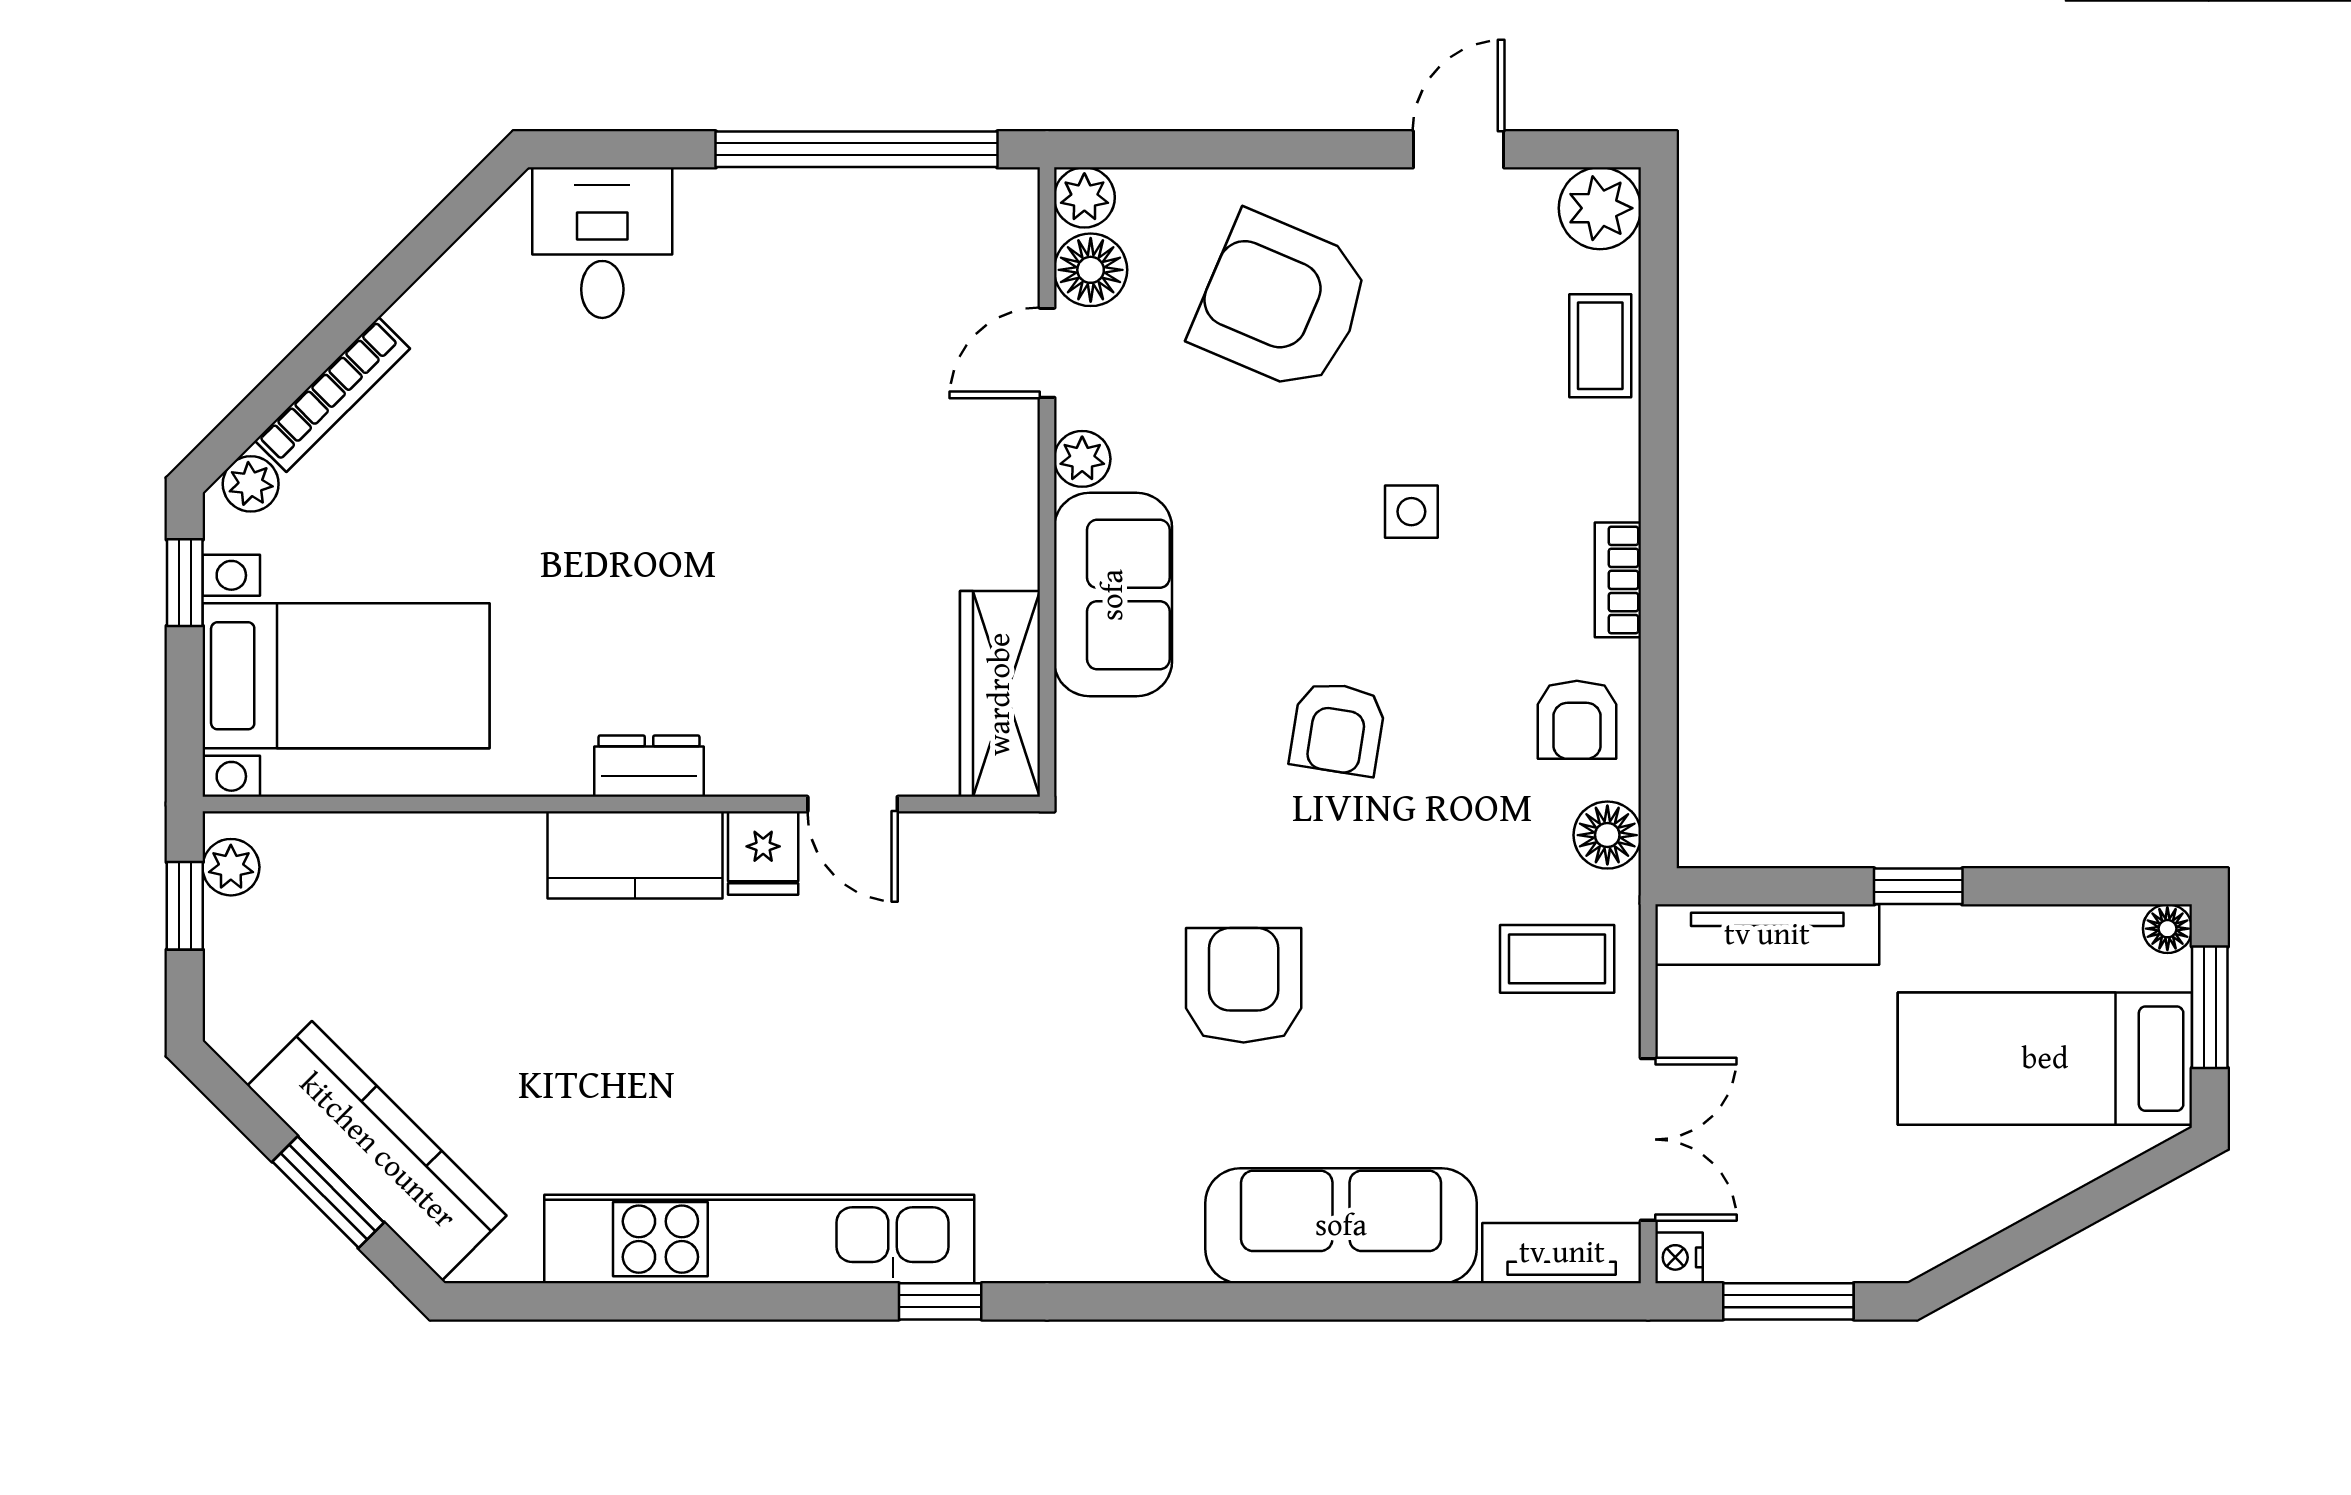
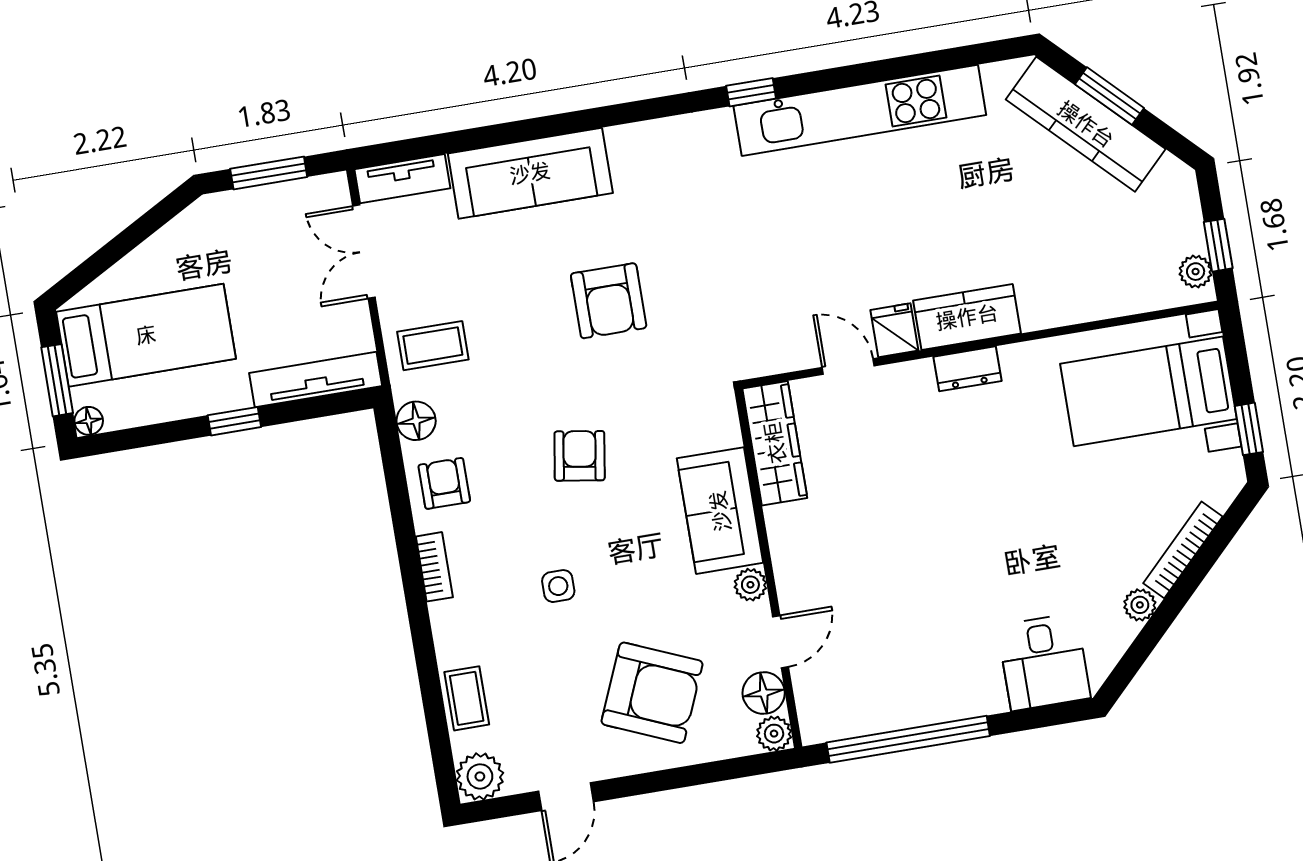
plant: (251, 484) -> (1140, 605), moved
nightstand: (1679, 1257) -> (335, 187), removed

